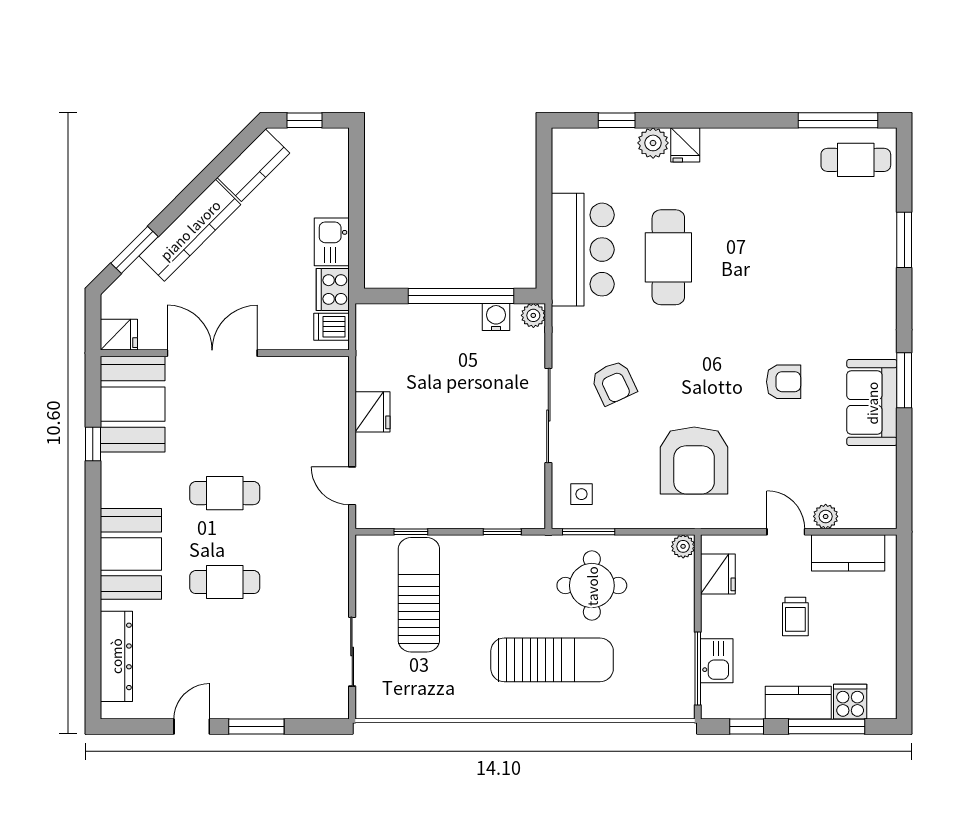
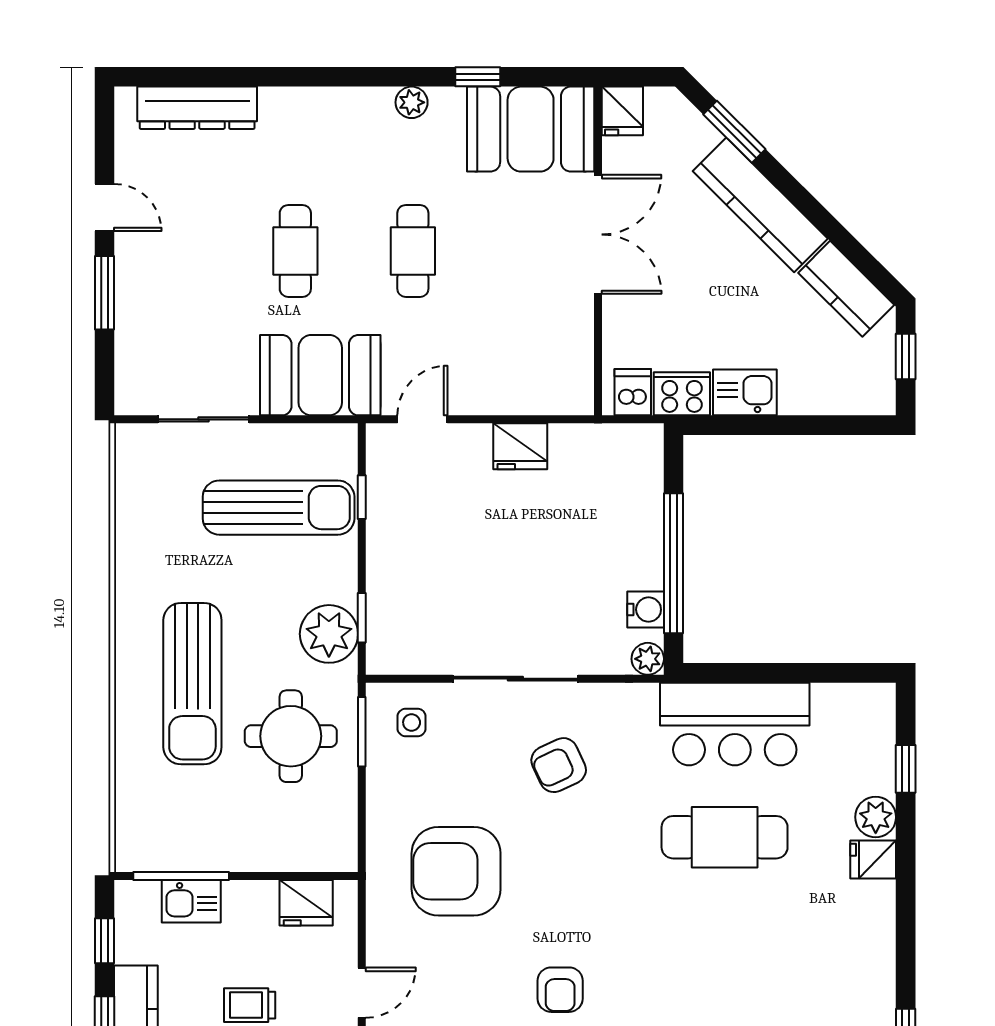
plant: (112, 494) -> (412, 102), added
plant: (683, 546) -> (329, 634), moved, width x1.88, depth x1.88
booth: (131, 554) -> (320, 375), moved

